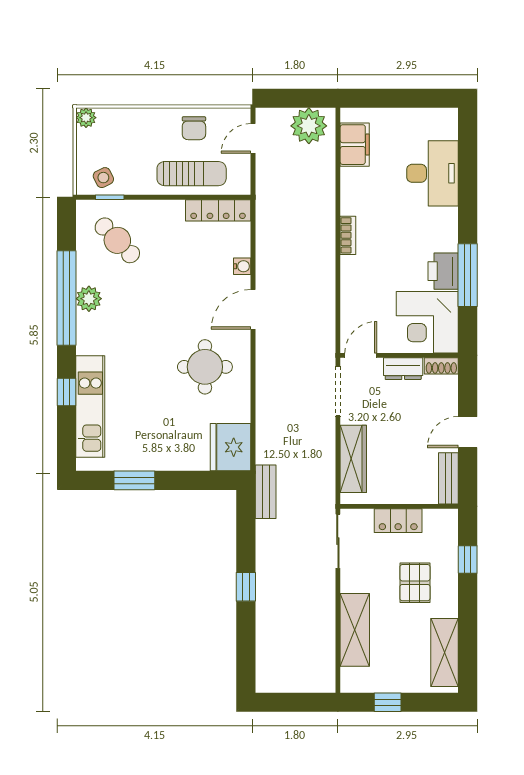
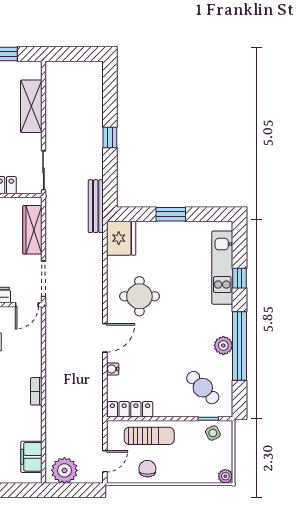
sun lounger: (192, 174) -> (149, 436), turned 180
window: (134, 480) -> (171, 214), moved
bench: (266, 492) -> (96, 206), width x1.36

